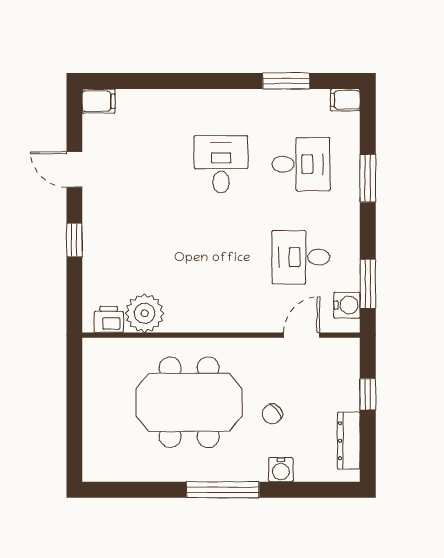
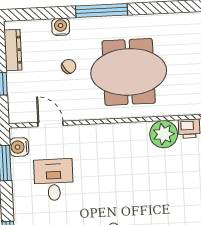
desk: (301, 257) -> (54, 180), turned -90
door: (302, 335) -> (50, 124), swing flipped

